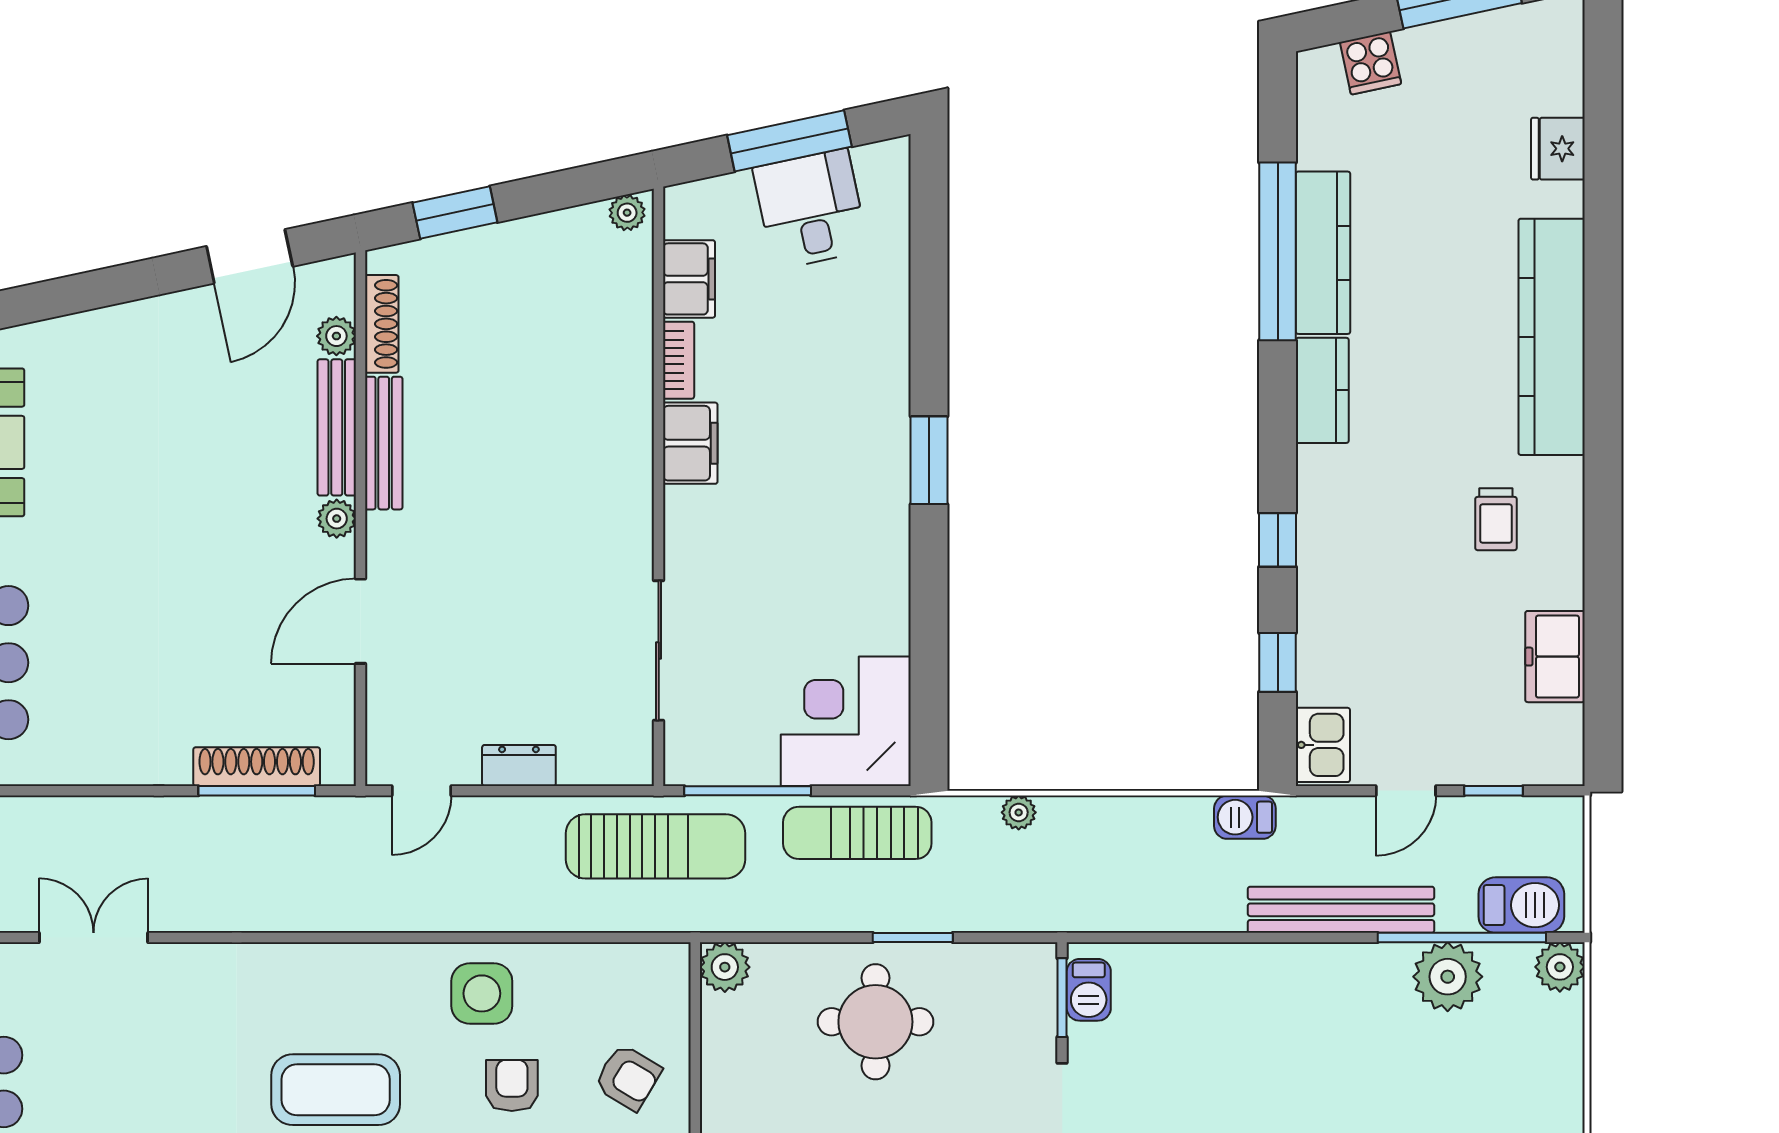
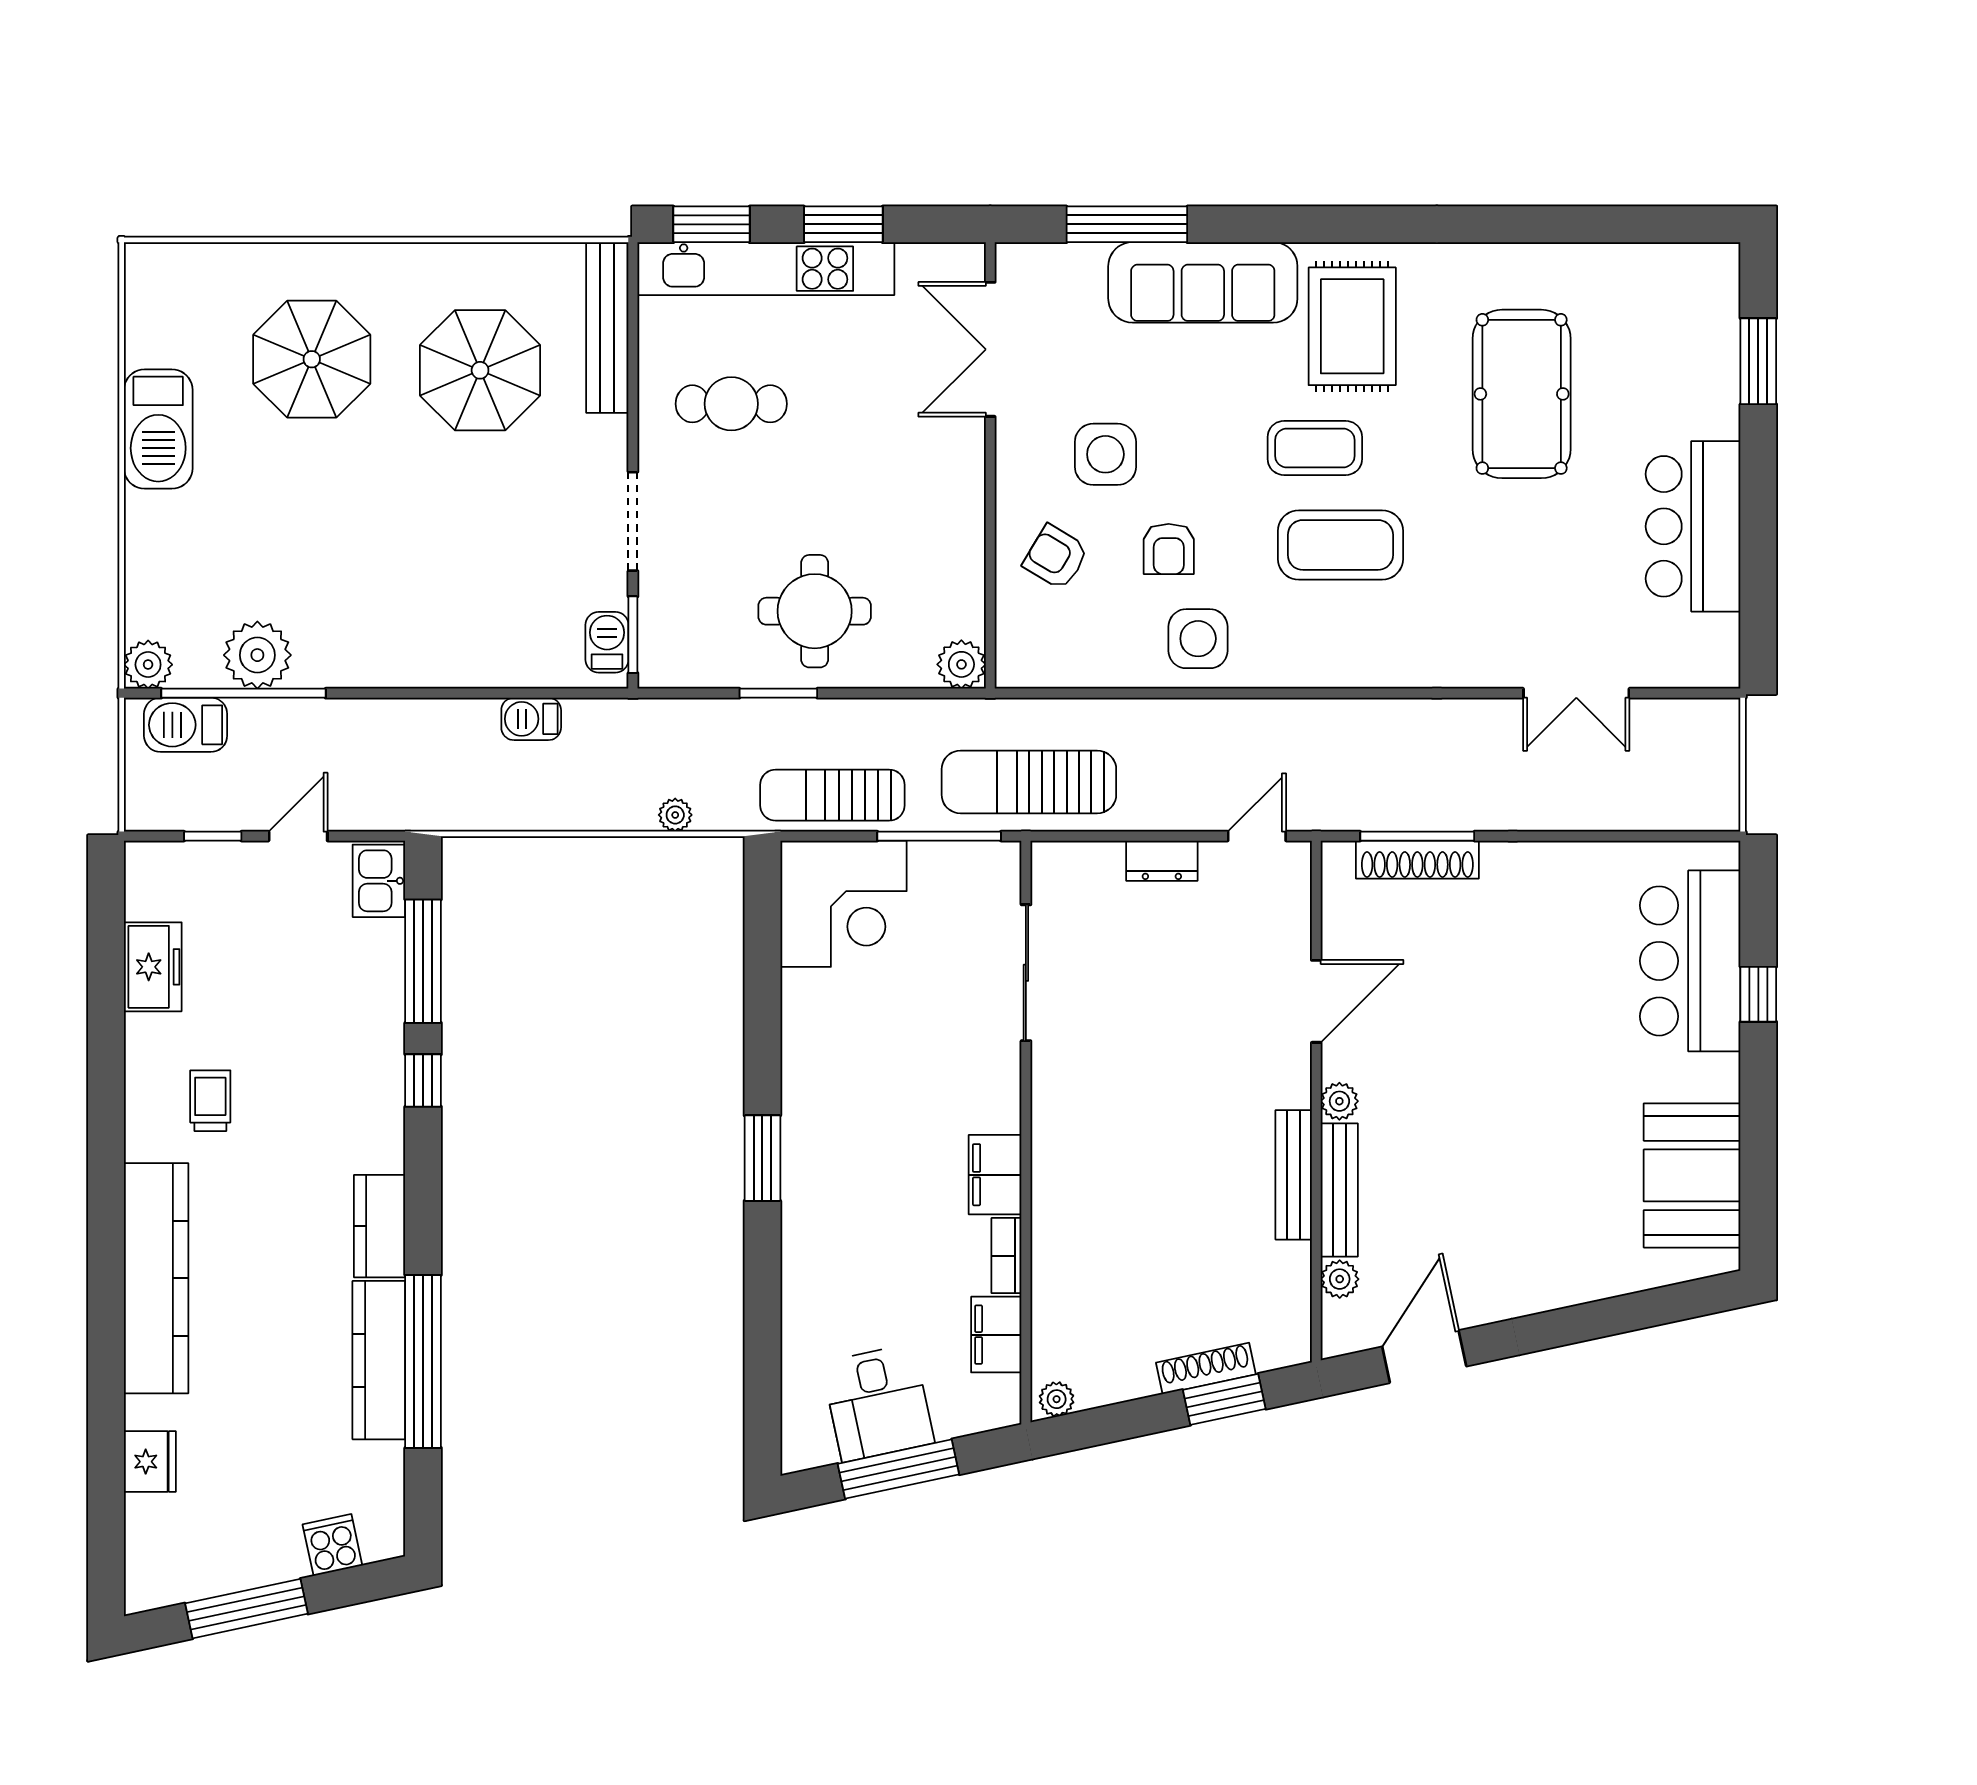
shoe rack: (382, 324) -> (1206, 1368), moved, turned 78
window: (1278, 662) -> (423, 961), width x2.17
barbecue: (1245, 817) -> (531, 719), moved, turned 180
sun lounger: (857, 833) -> (832, 795), turned 180
bench: (1341, 910) -> (361, 720), removed

